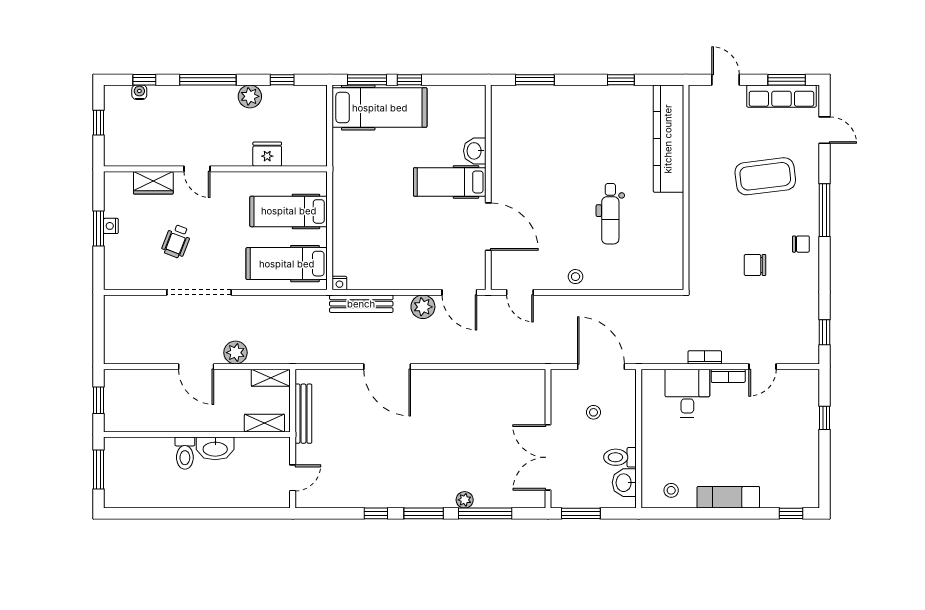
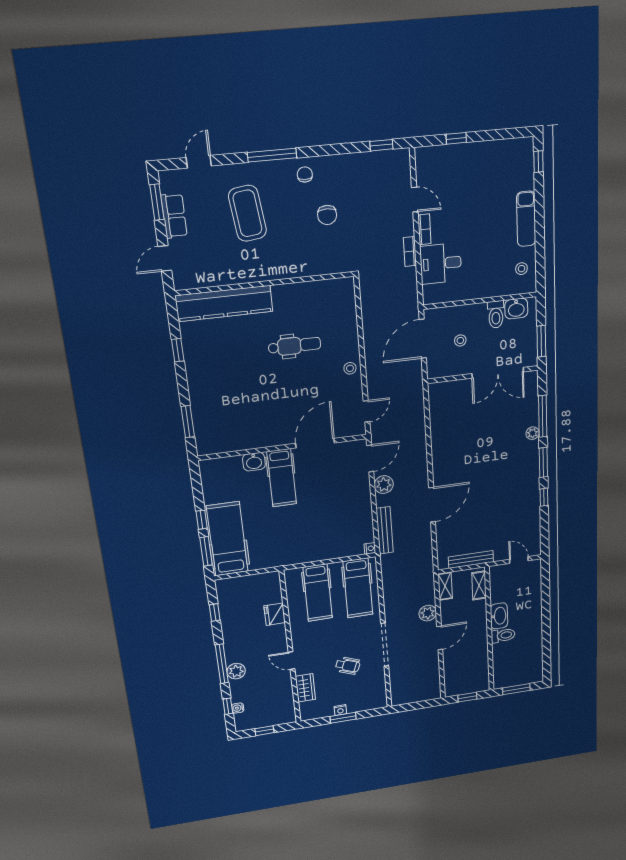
plant: (250, 96) -> (236, 671), moved
row of seats: (781, 96) -> (174, 216), width x0.68
door: (197, 169) -> (292, 661), swing flipped

